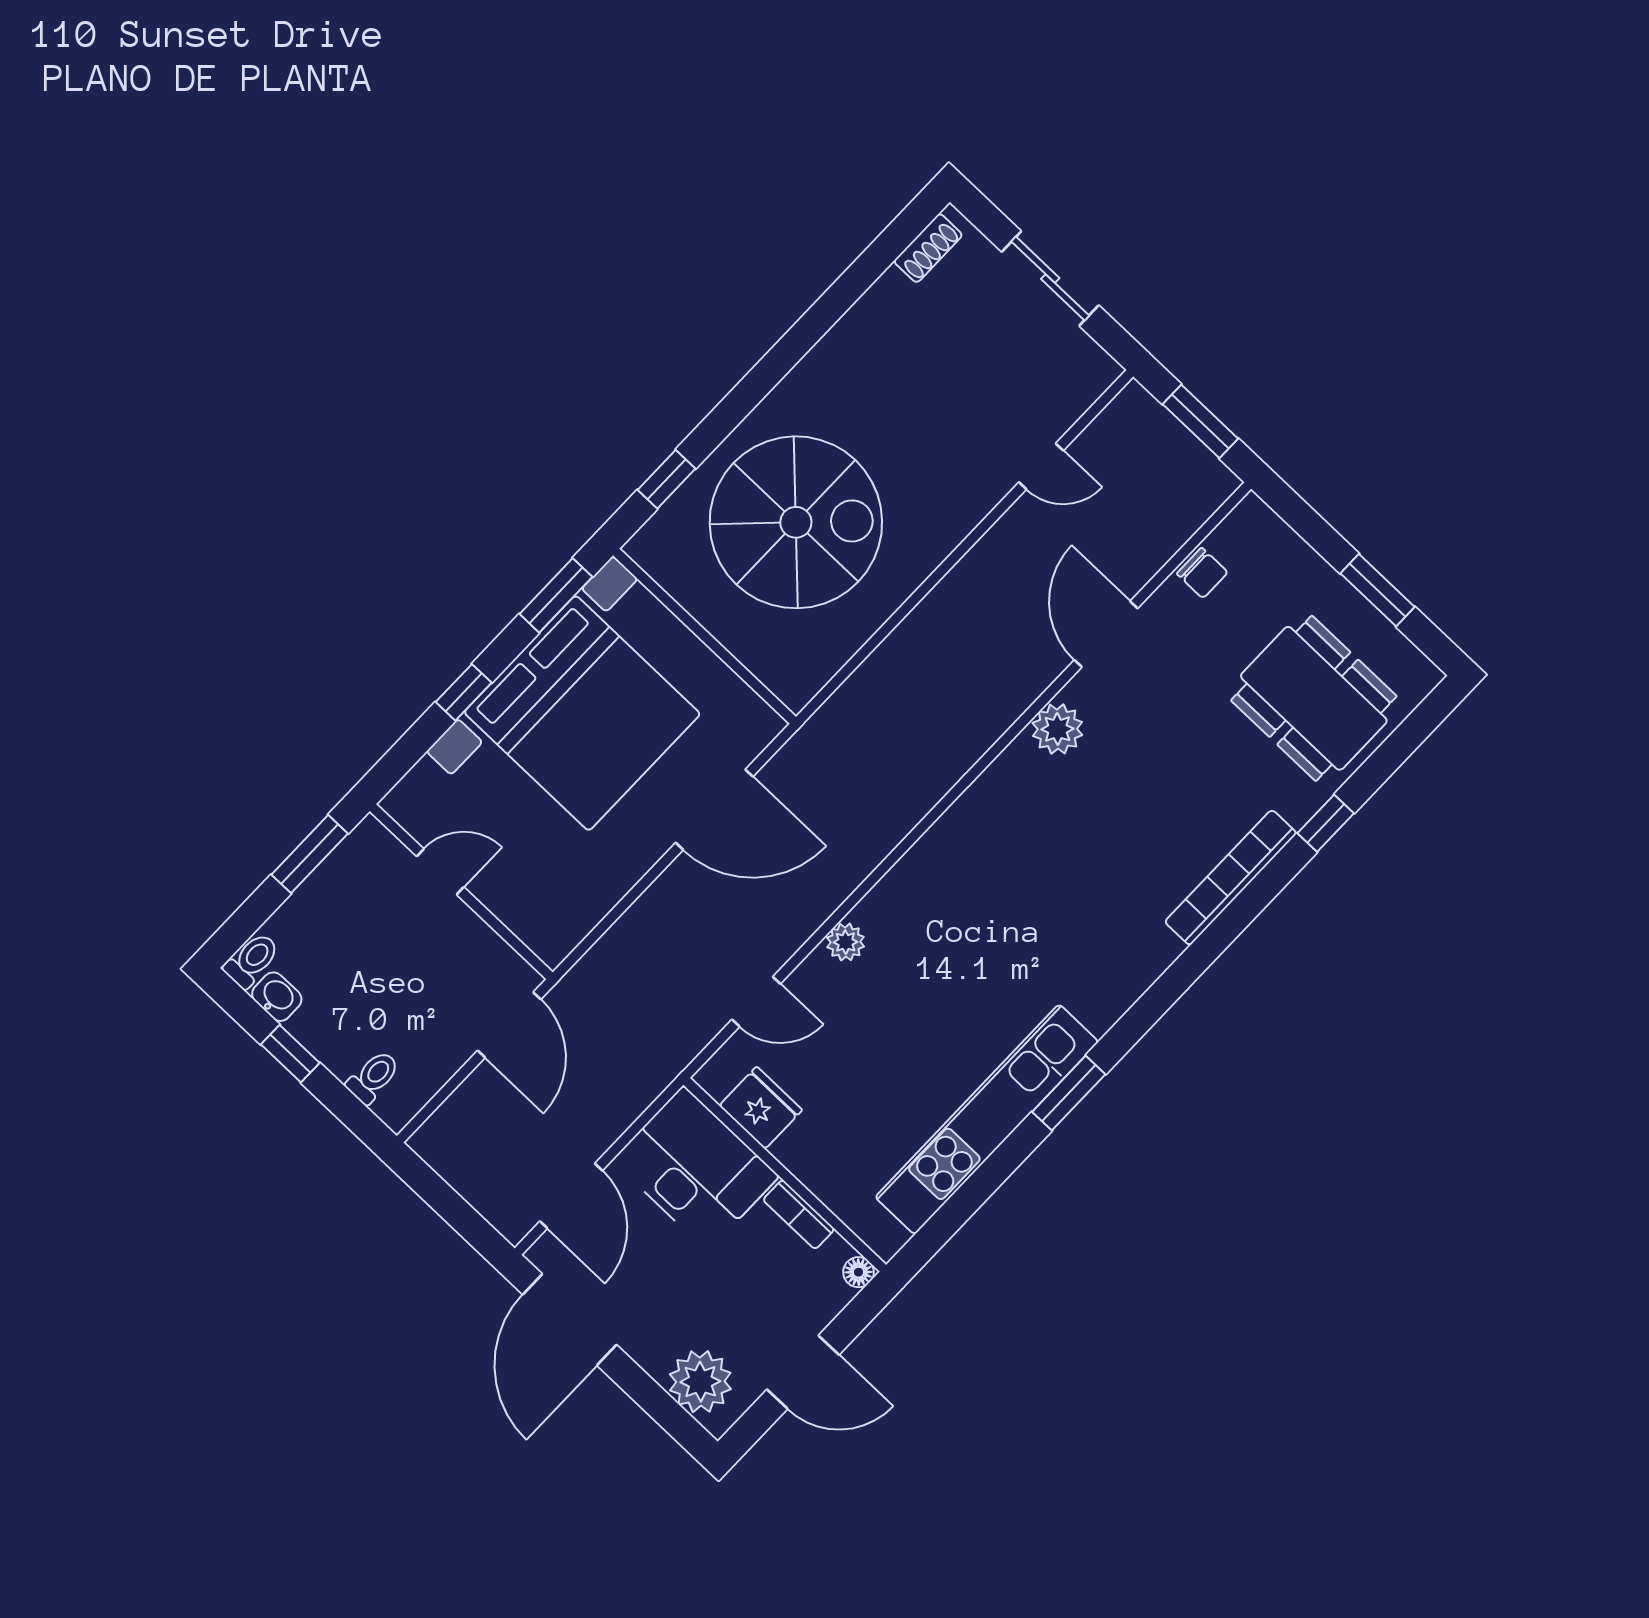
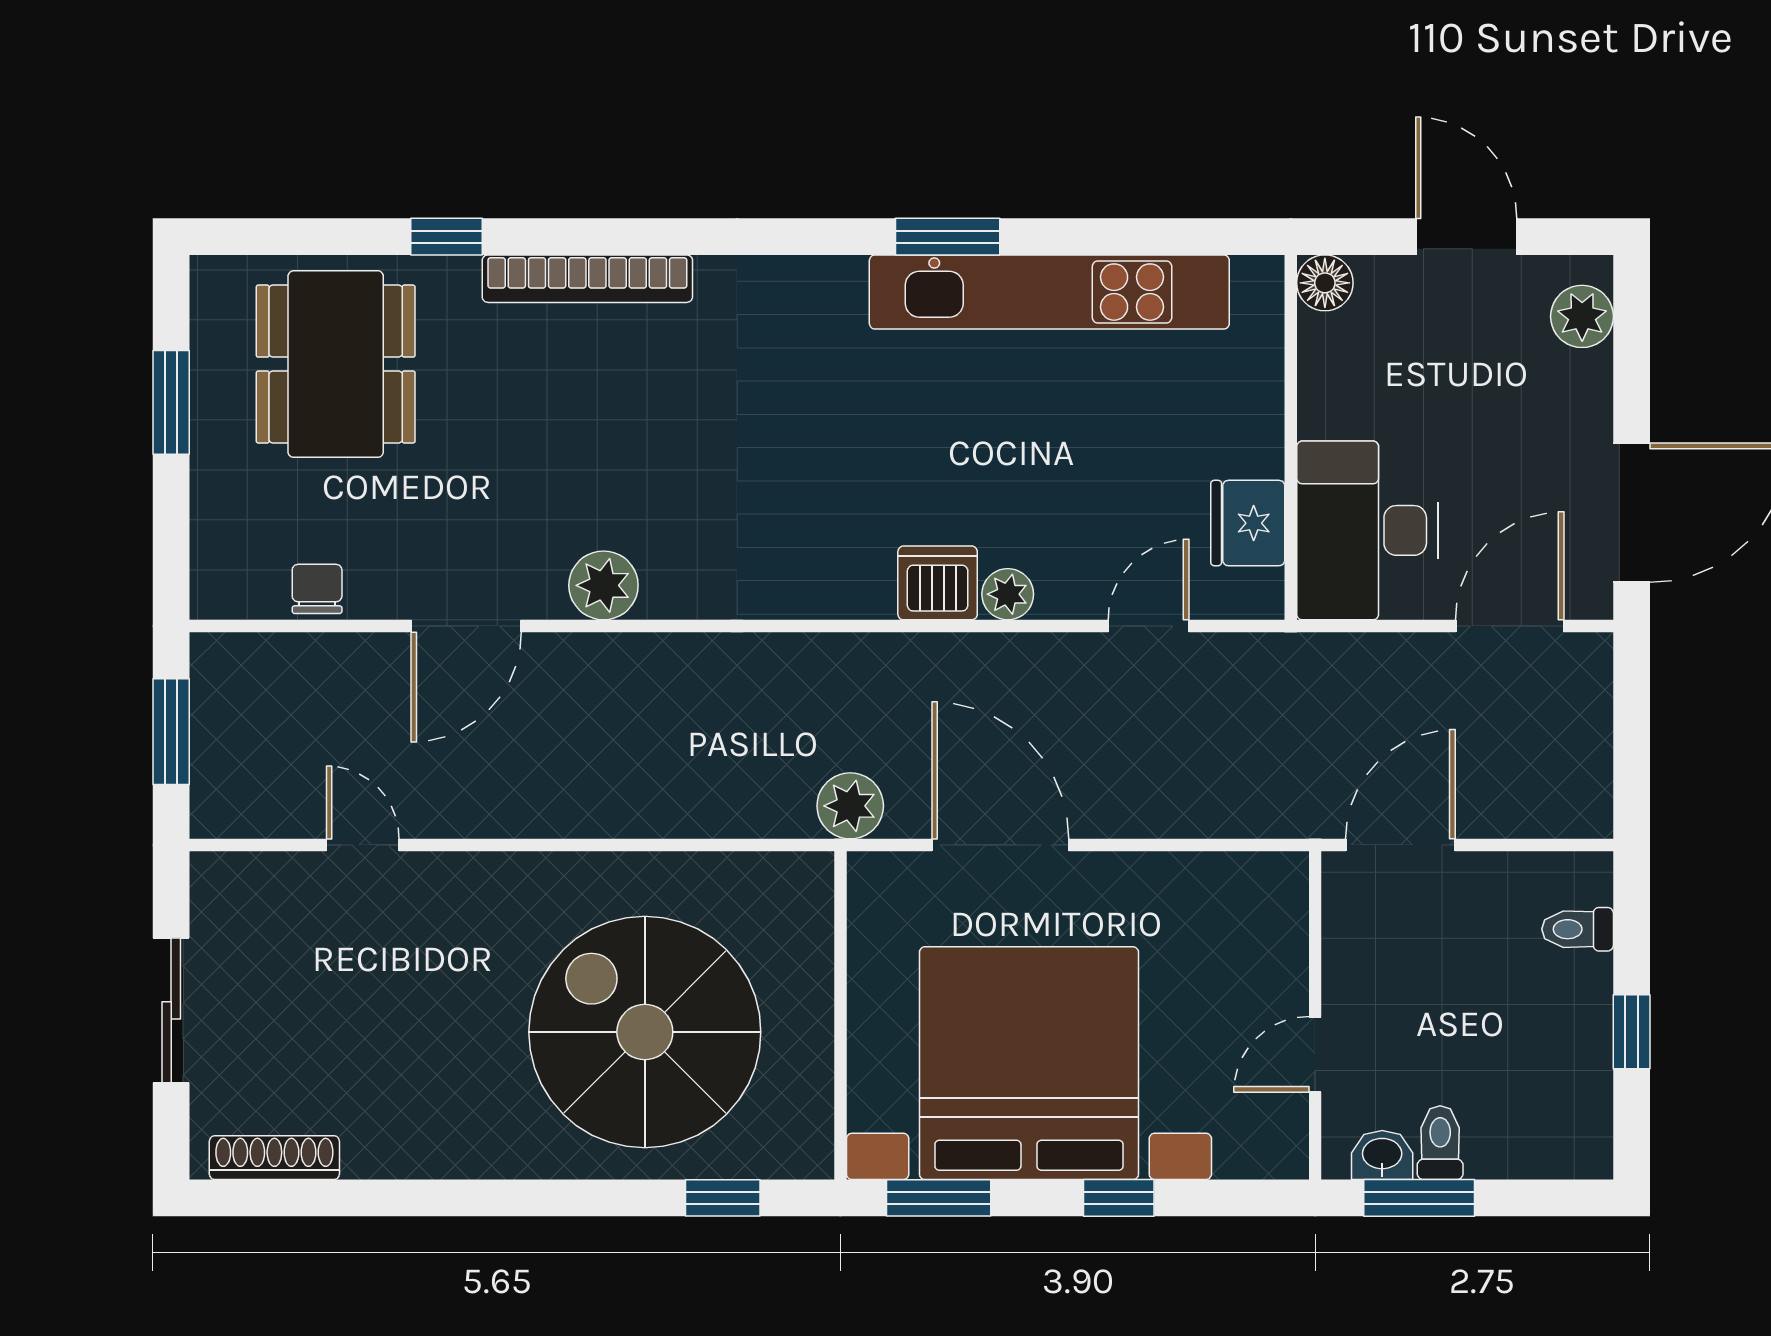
shoe rack: (928, 248) -> (274, 1158), width x1.43
plant: (812, 749) -> (850, 806), added
door: (440, 872) -> (1315, 1054), hinge flipped
dishwasher: (888, 910) -> (938, 583), added
toilet: (252, 960) -> (1440, 1143), moved, turned 90
washbasin: (277, 997) -> (1382, 1155), moved, turned 90
door: (756, 1002) -> (1149, 626), hinge flipped
bookcase: (799, 1214) -> (1316, 387), removed
floor lamp: (858, 1272) -> (1325, 283), width x1.37, depth x1.37
plant: (700, 1382) -> (1582, 316), width x0.73, depth x0.73

